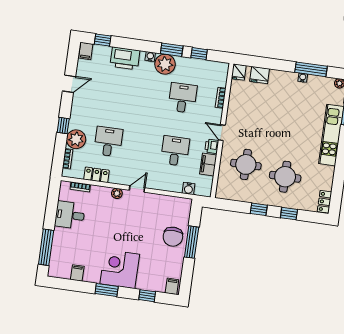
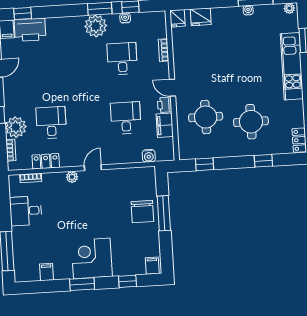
water cooler: (150, 57) -> (125, 18), moved
printer: (125, 58) -> (30, 30), moved
window: (259, 209) -> (205, 164), moved

